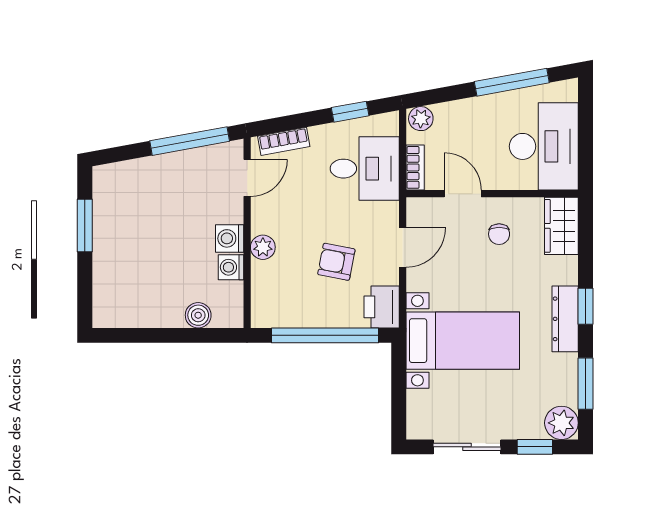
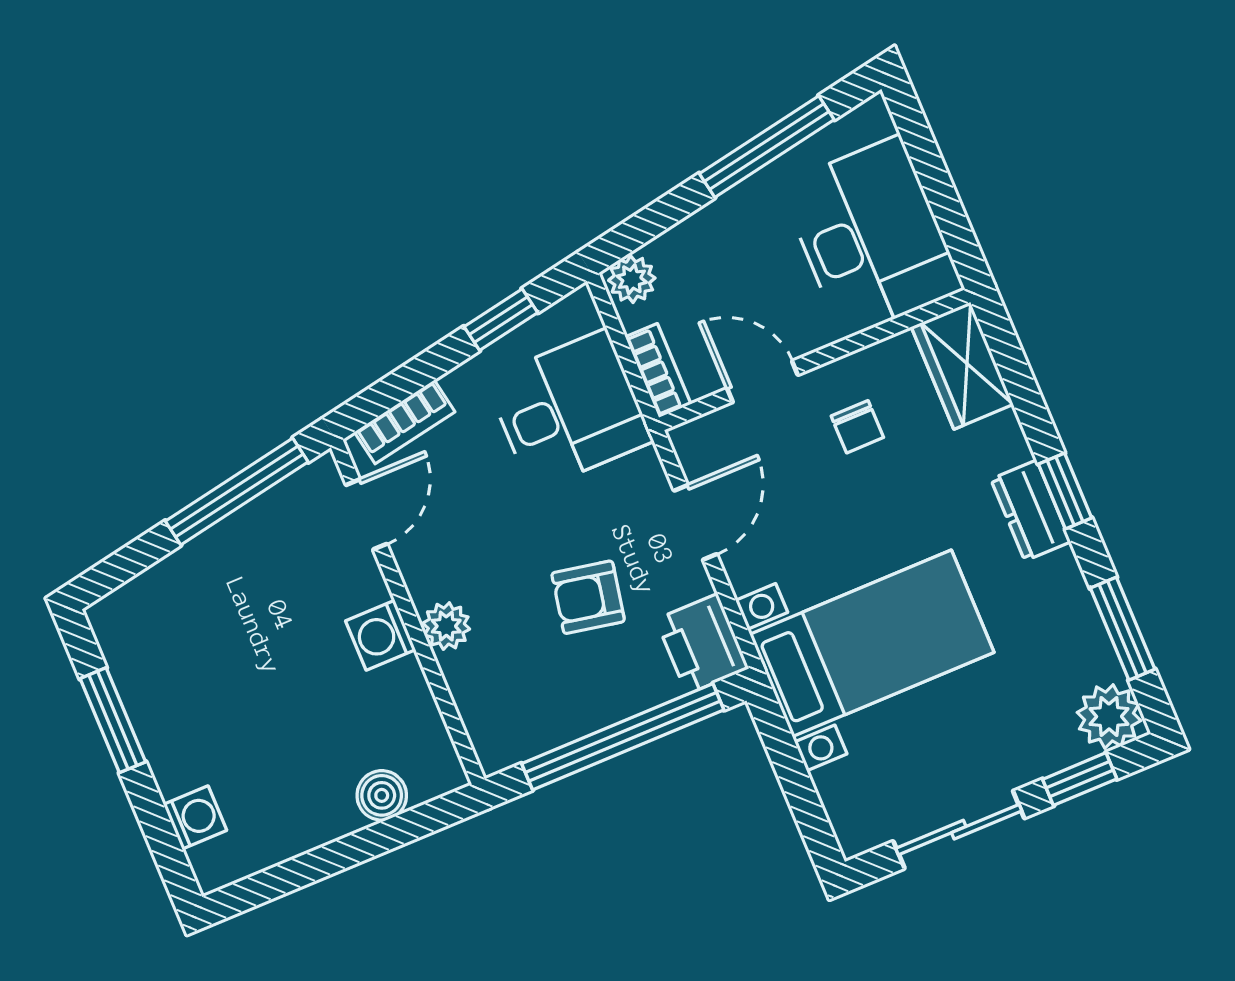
washing machine: (231, 267) -> (195, 817), moved, turned 180
dresser: (565, 319) -> (1031, 510), width x0.70

